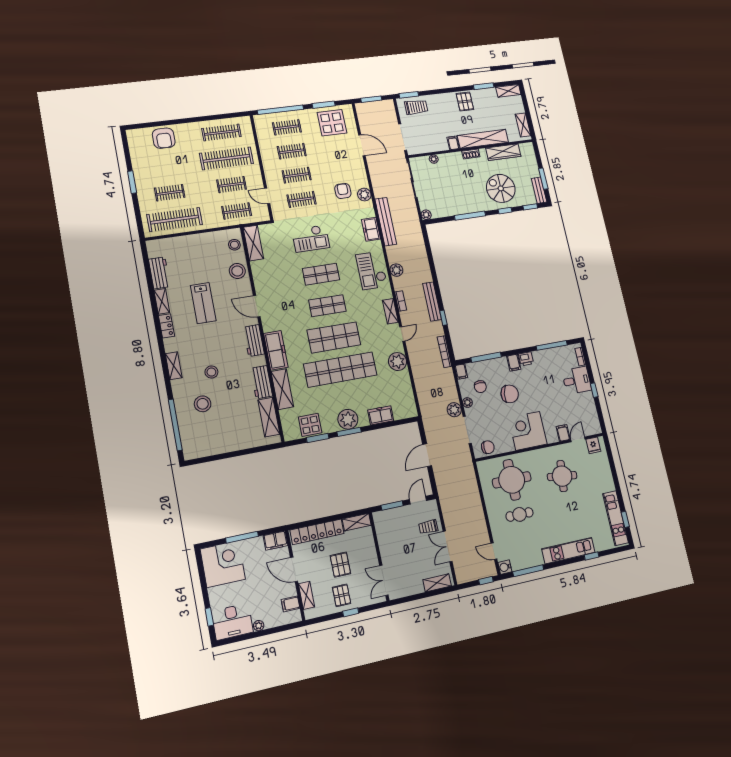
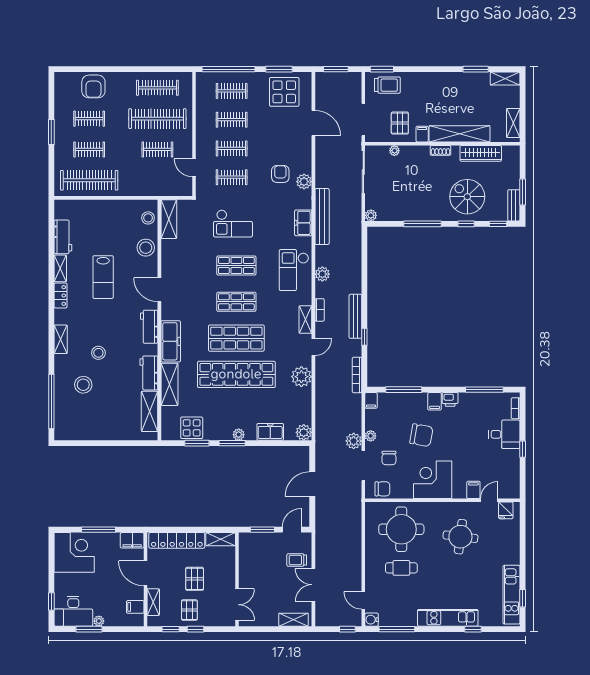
pallet: (465, 102) -> (400, 123), moved
clothes rail: (237, 211) -> (89, 119), moved
chair: (480, 387) -> (389, 458), moved
plant: (410, 410) -> (304, 432), added
plant: (348, 419) -> (239, 435), width x0.53, depth x0.53
double door: (384, 580) -> (237, 605), swing flipped
window: (328, 618) -> (171, 629), added
window: (251, 636) -> (89, 629), added

